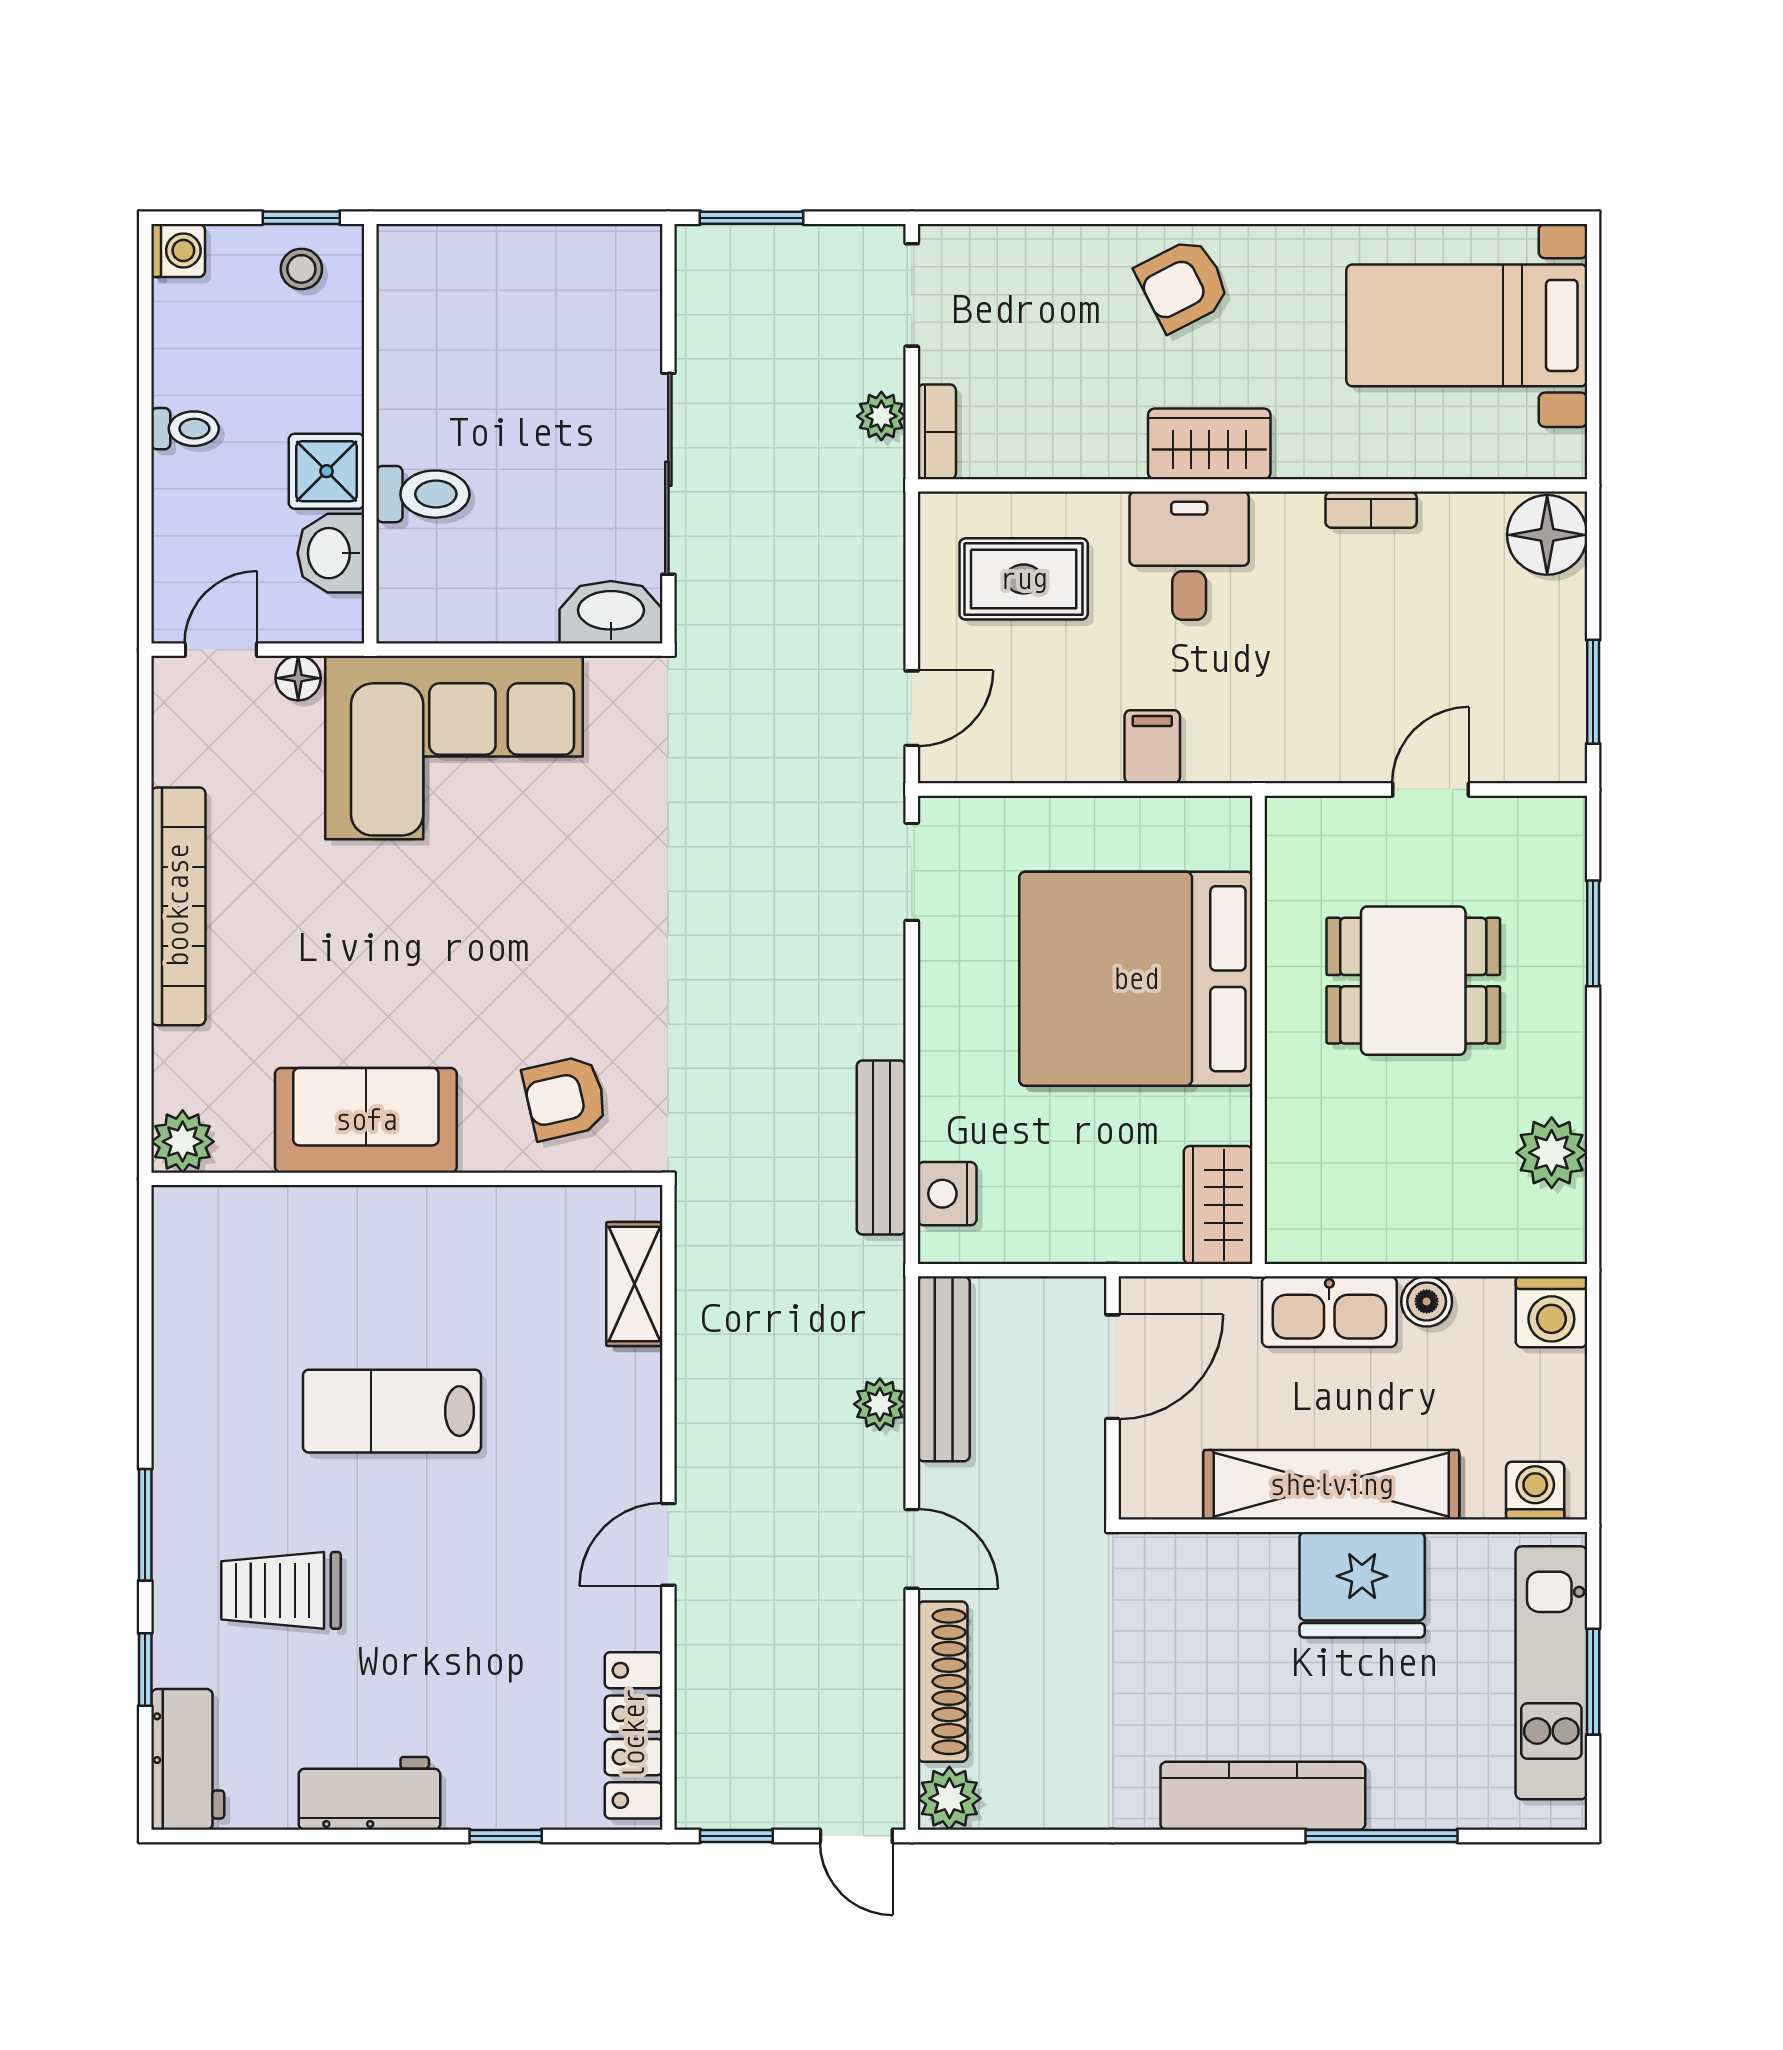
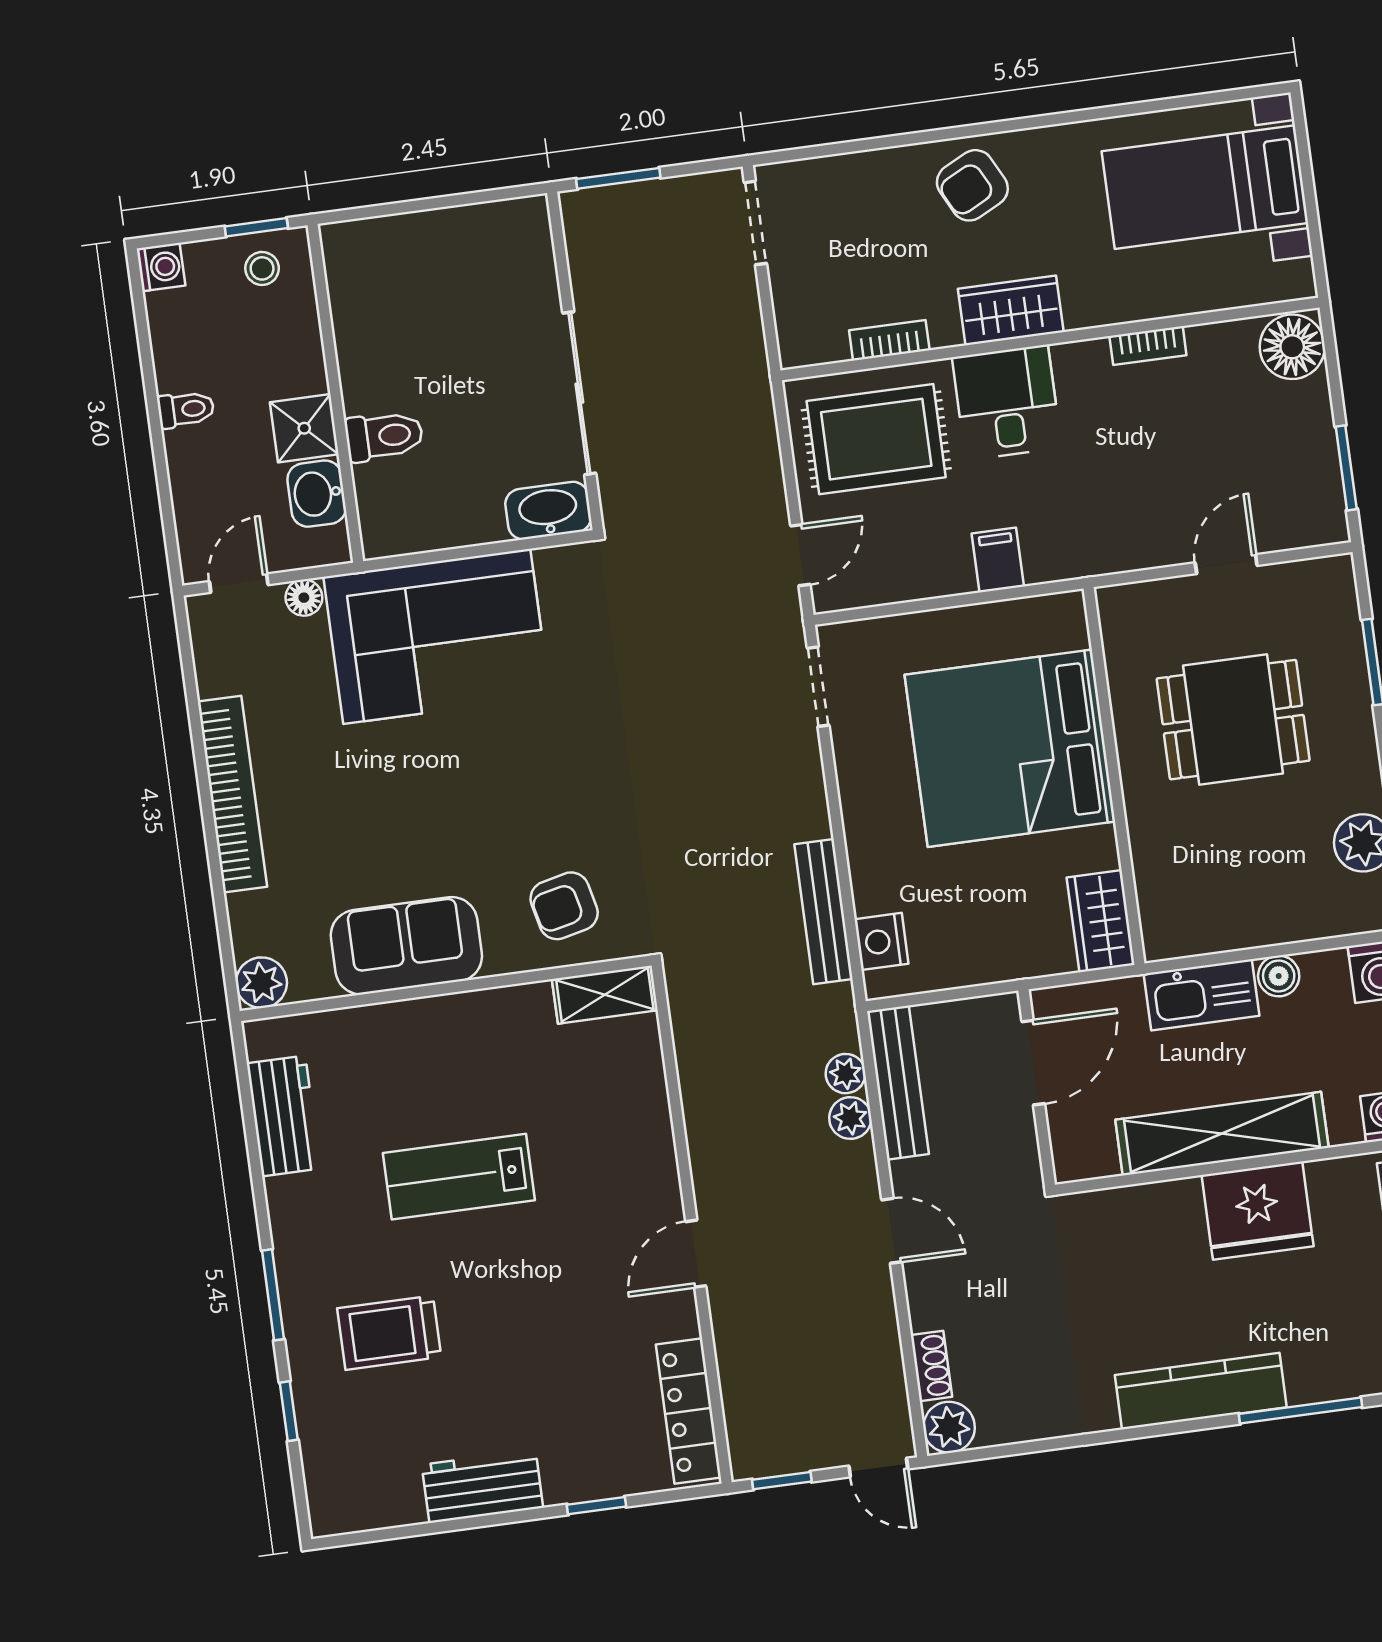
plant: (881, 416) -> (846, 1074), moved
bookcase: (937, 432) -> (889, 340), moved, turned -90
rug: (1024, 579) -> (876, 439), width x1.36, depth x1.43
shelving: (634, 1284) -> (605, 995), moved, turned 90
shoe rack: (943, 1682) -> (931, 1366), width x0.51, depth x0.81
workbench: (188, 1759) -> (284, 1116), moved

